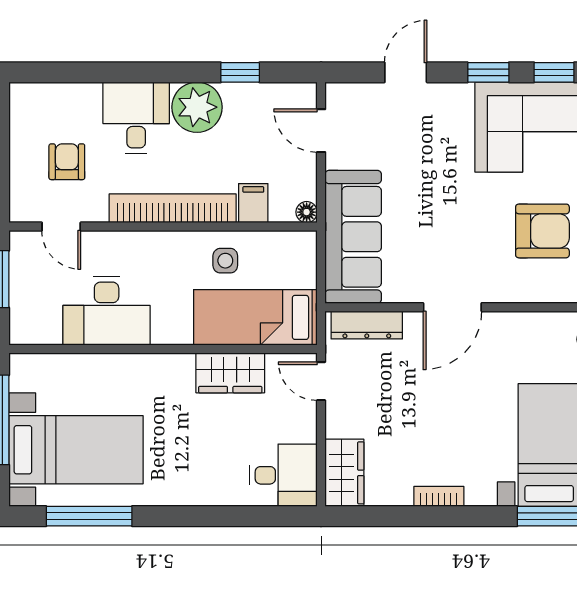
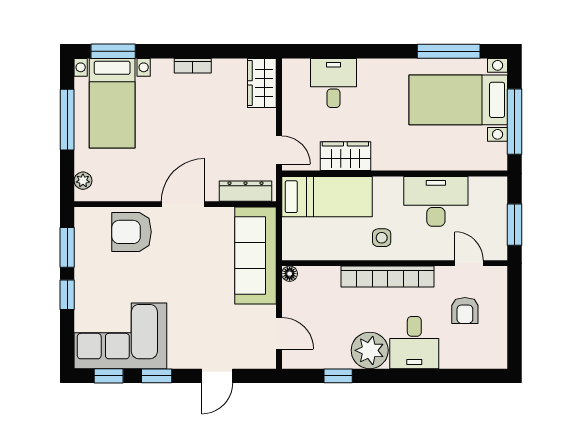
filing cabinet: (253, 203) -> (329, 280), removed
armchair: (542, 231) -> (132, 232), moved
side table: (225, 261) -> (382, 238), moved
desk: (283, 475) -> (334, 83), moved, turned 90

